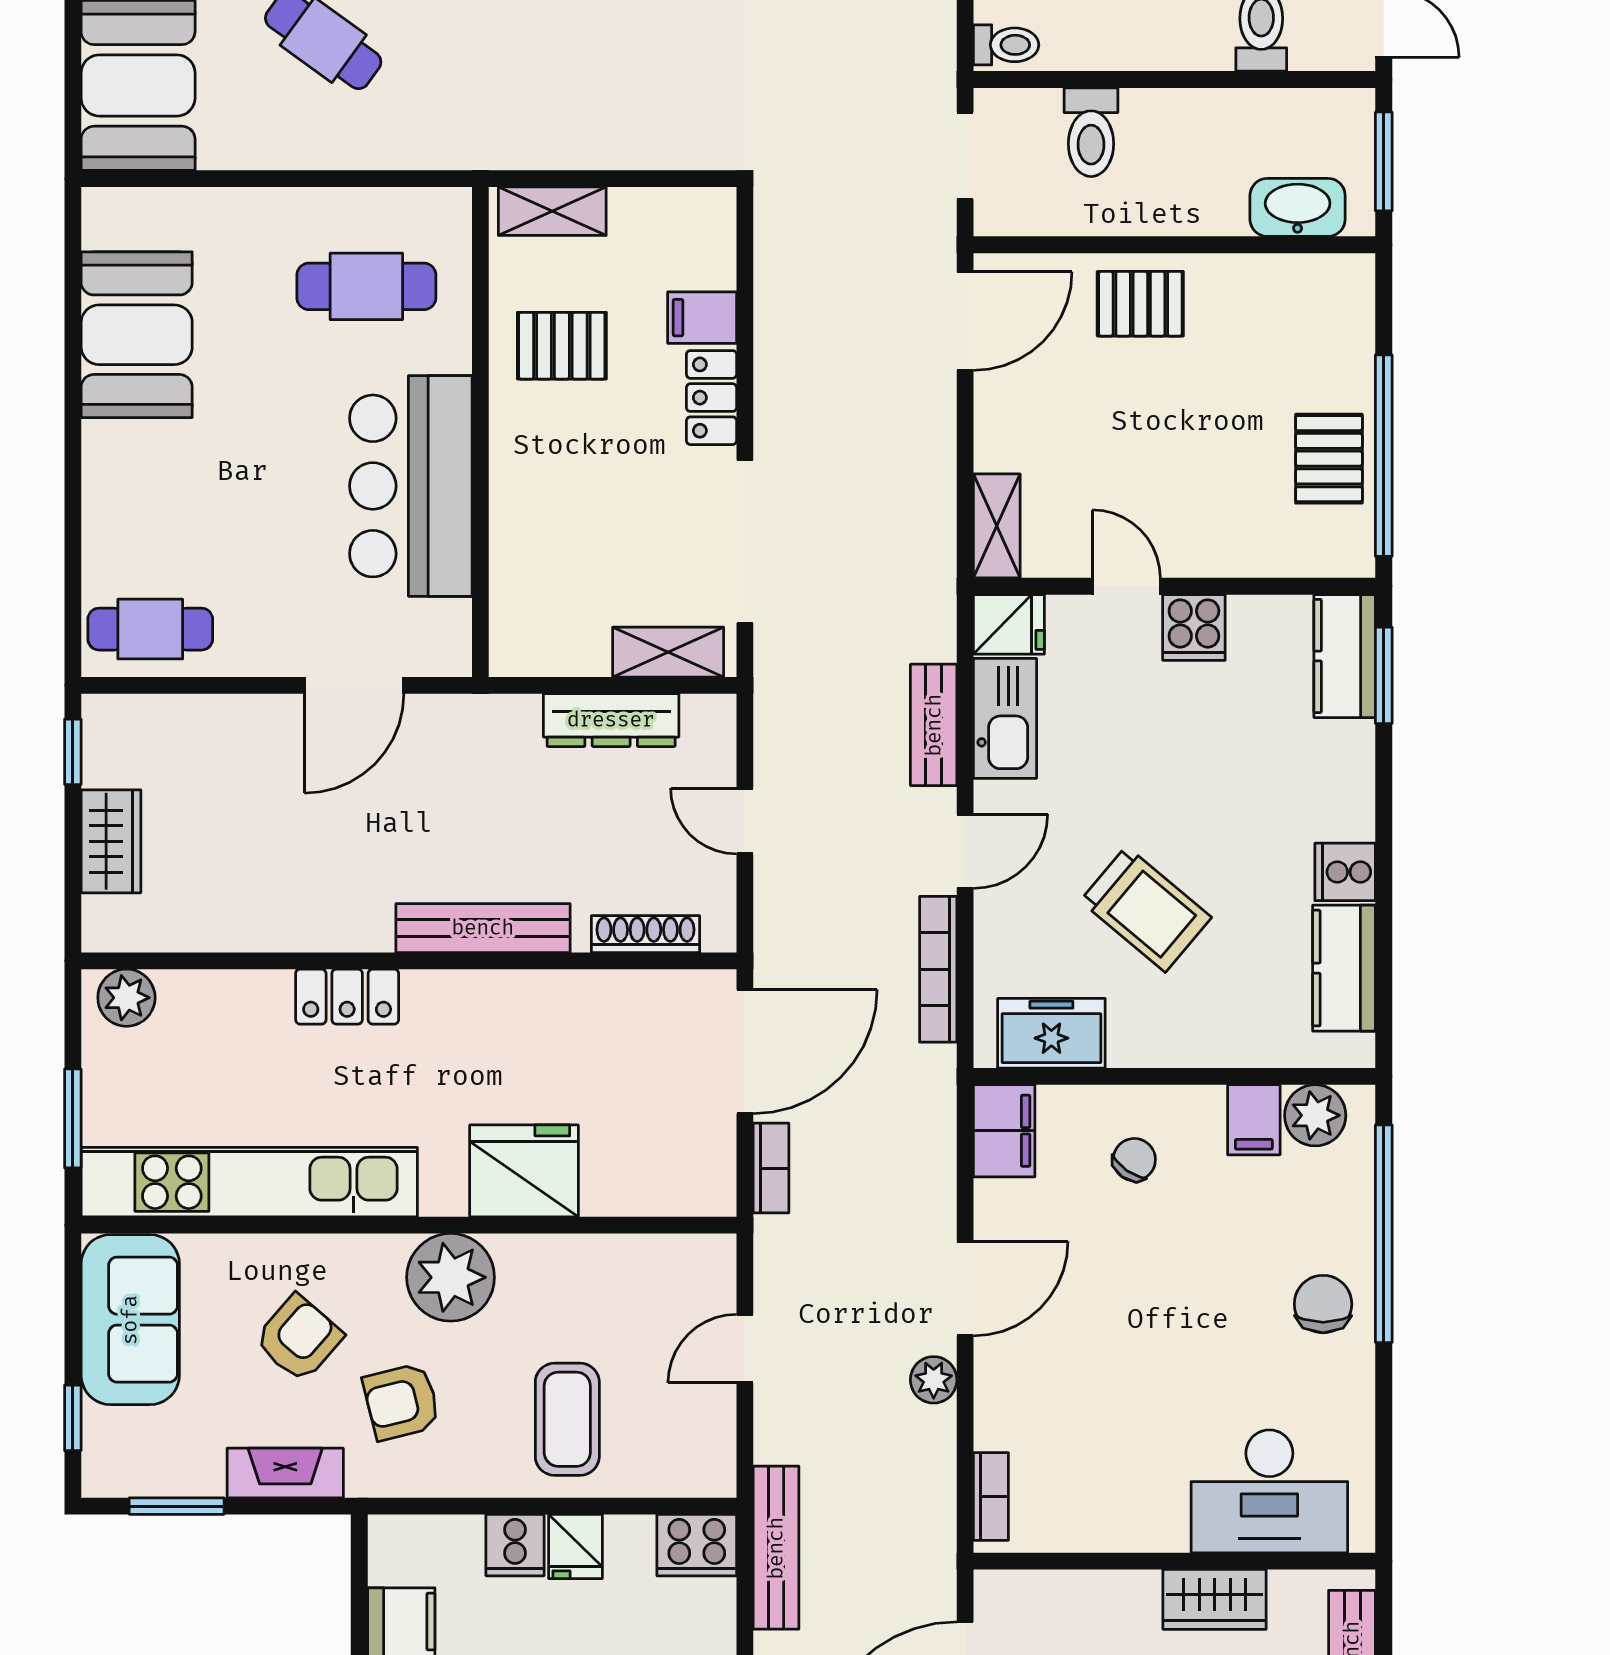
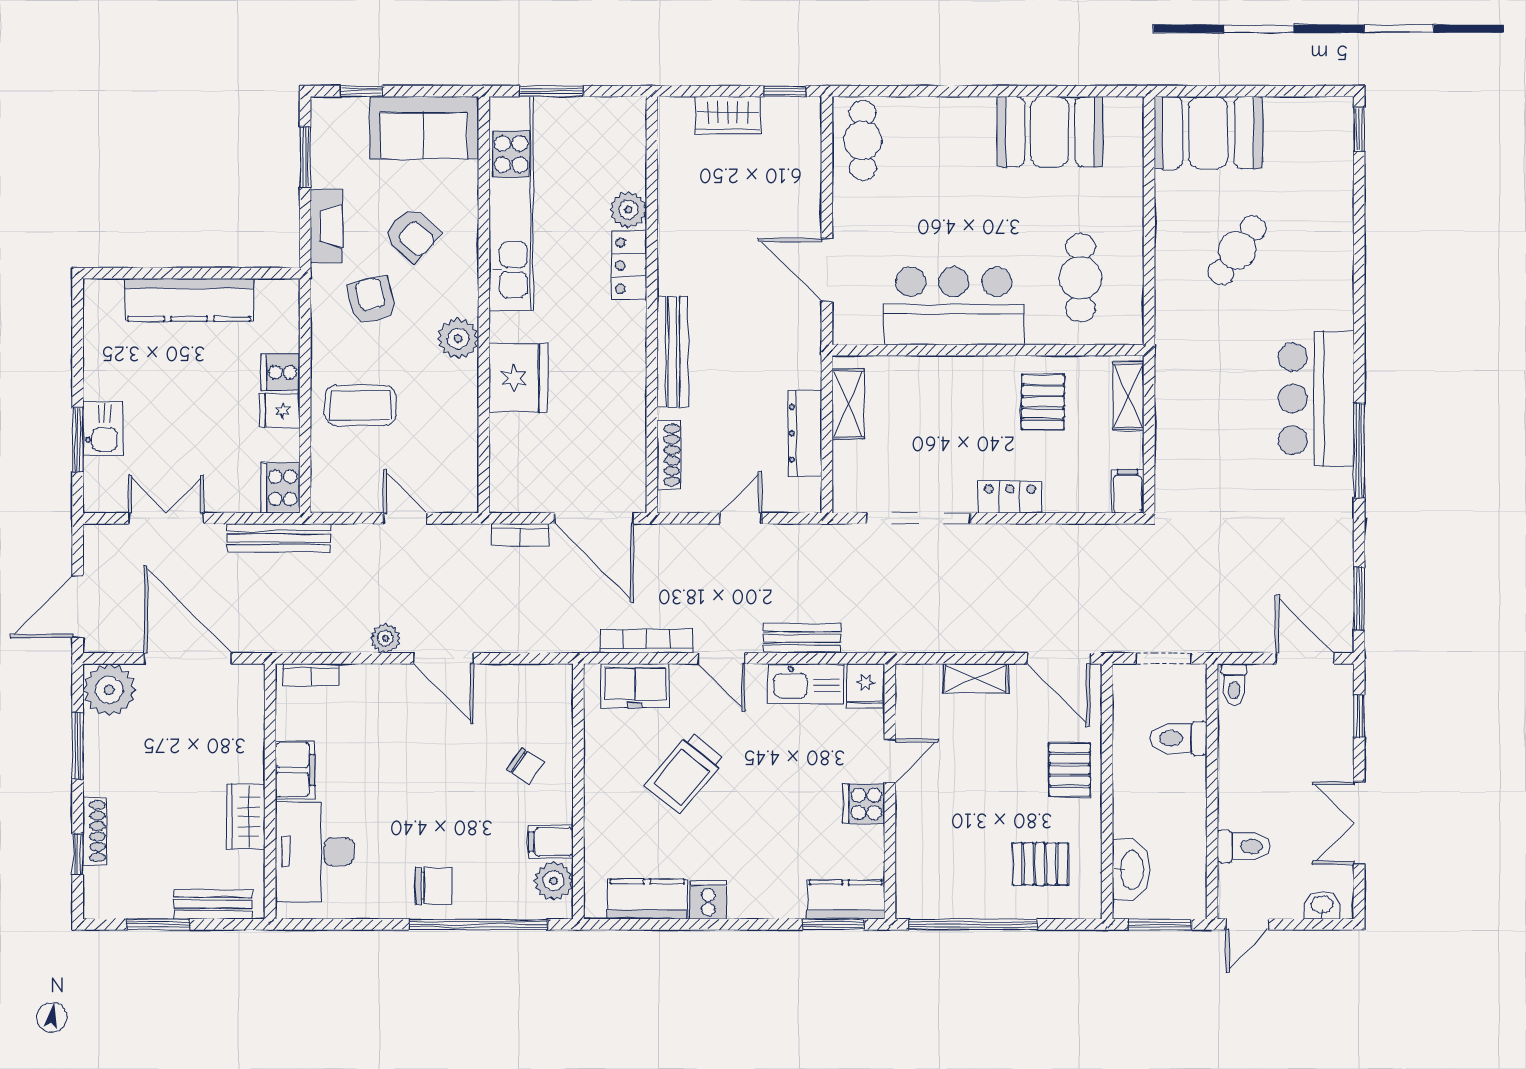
filing cabinet: (702, 318) -> (1127, 491), moved
pallet: (1329, 459) -> (1040, 864), moved
shelving: (997, 526) -> (975, 678), moved
shelving: (668, 652) -> (848, 404), moved
plant: (126, 998) -> (628, 210), moved
freezer: (1051, 1033) -> (635, 686), moved, turned 90
filing cabinet: (1004, 1131) -> (295, 770), moved, turned -90
plant: (451, 1277) -> (458, 339), width x0.73, depth x0.73

